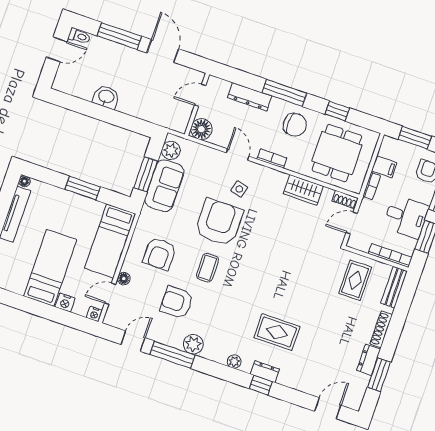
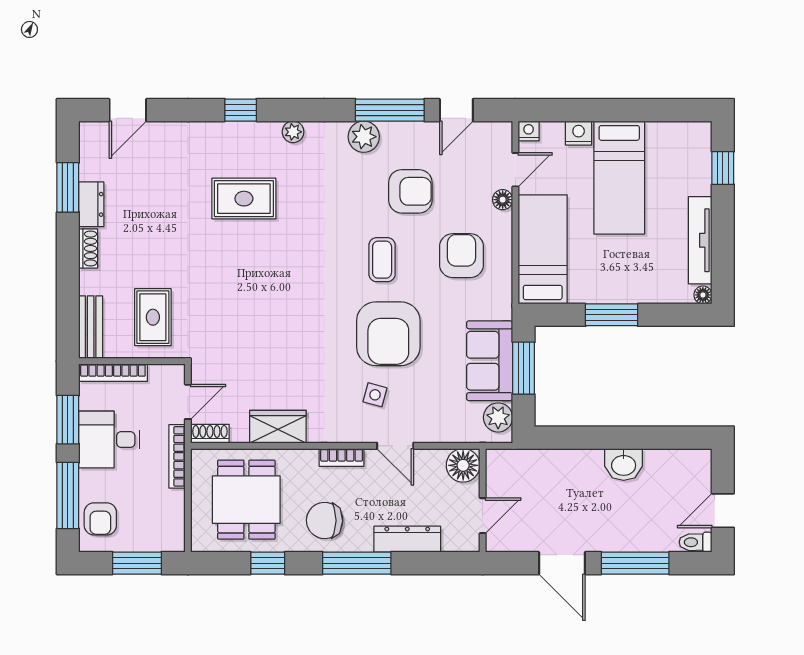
filing cabinet: (384, 167) -> (168, 503), removed
bookcase: (372, 186) -> (177, 456), width x1.56
shoe rack: (381, 329) -> (88, 248), width x0.70
dresser: (265, 372) -> (241, 133), removed

